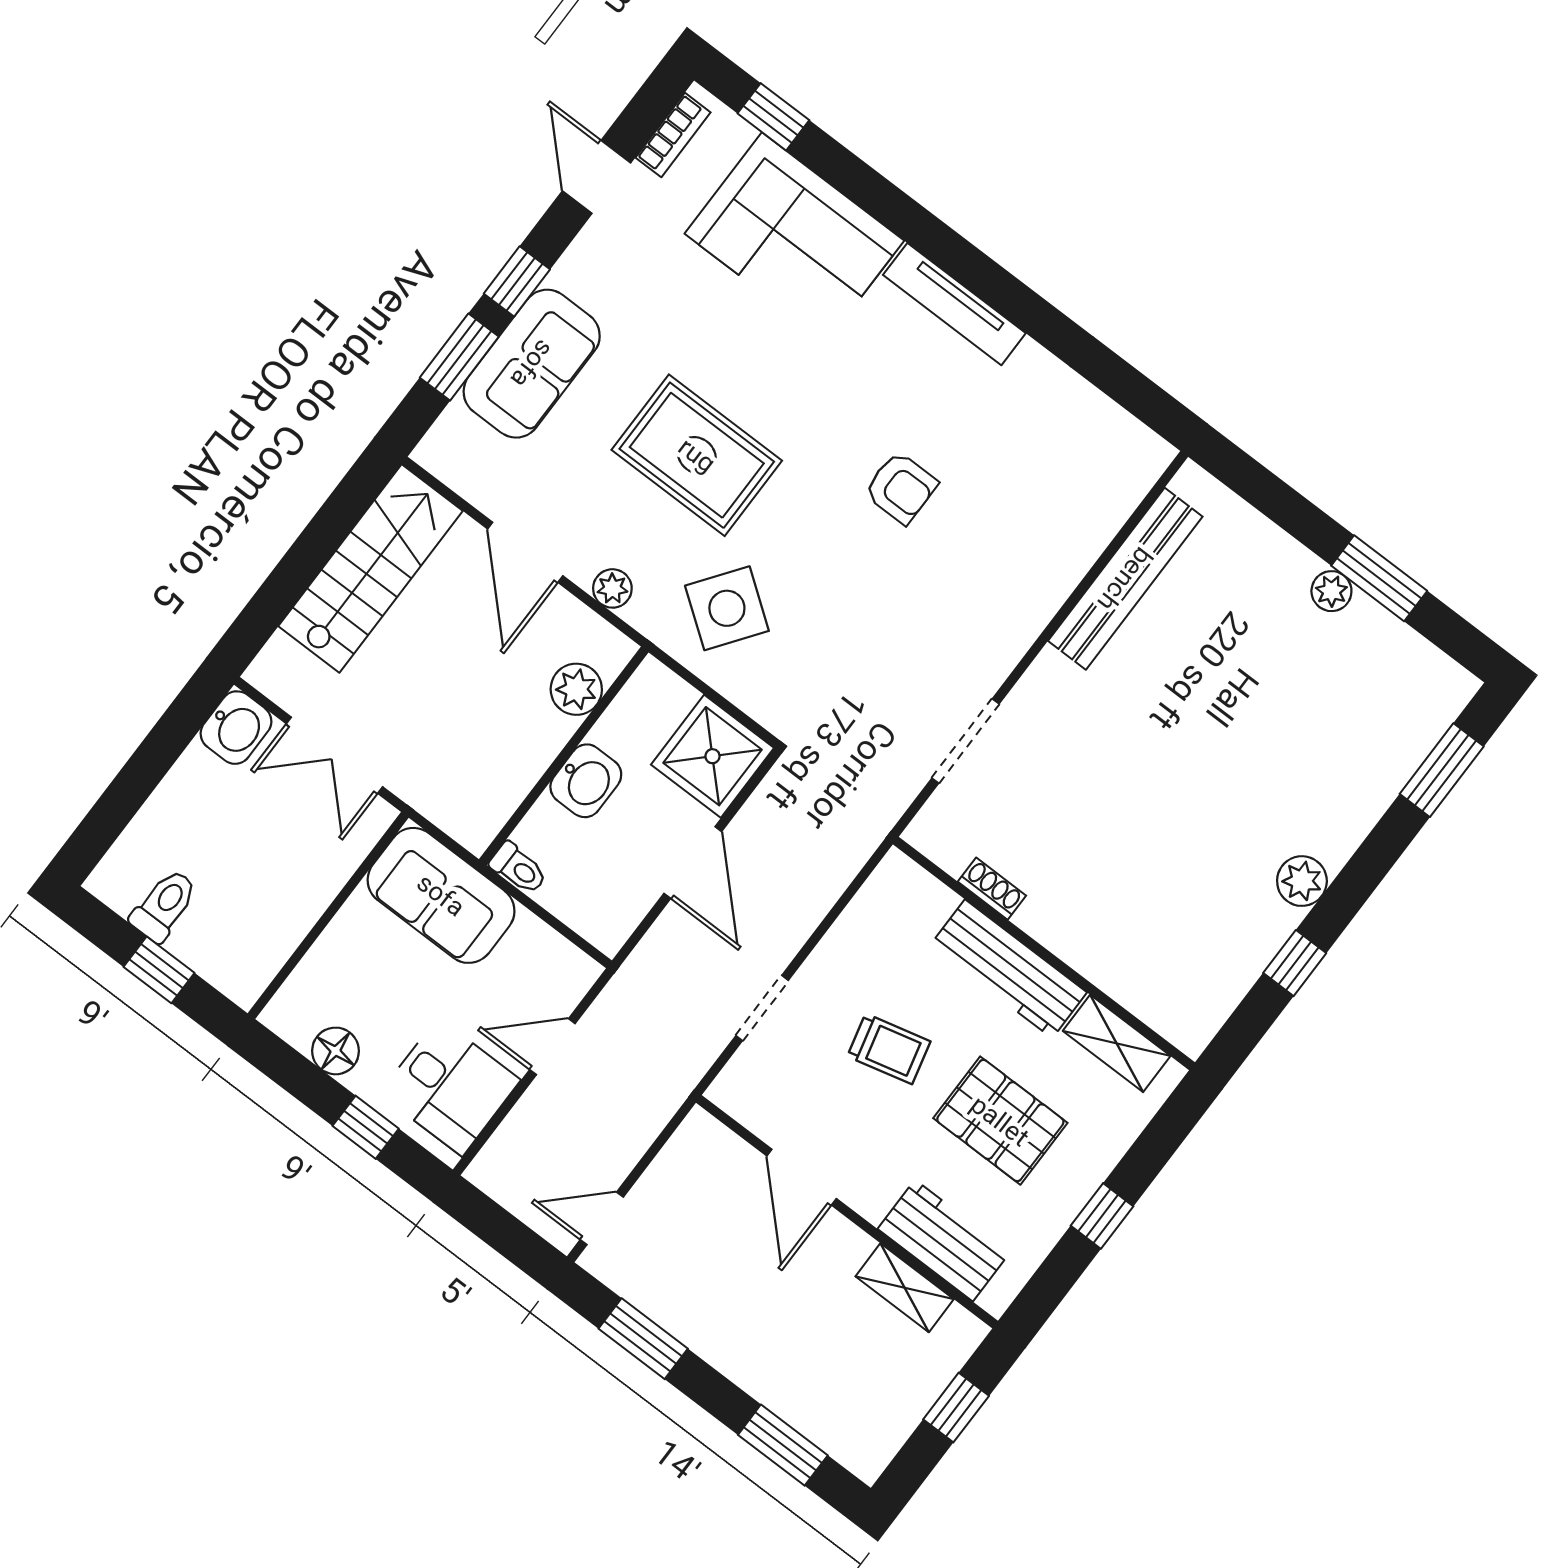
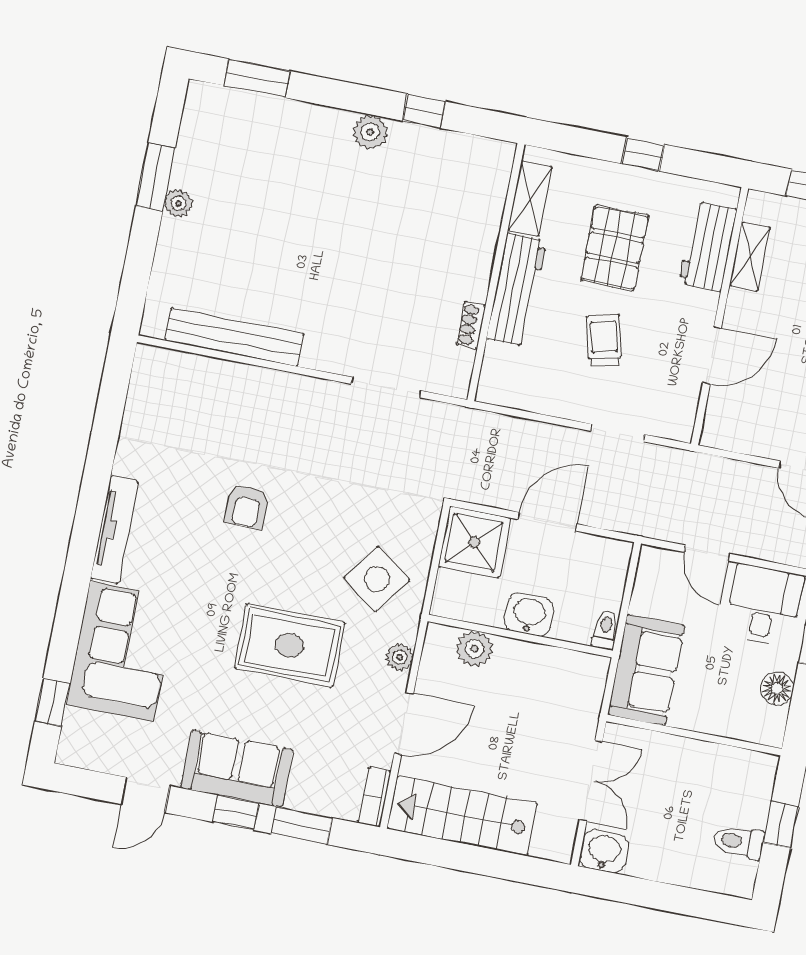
bookcase: (673, 135) -> (374, 797), moved, turned -90
sofa: (532, 364) -> (237, 769), moved
rug: (697, 455) -> (290, 645), turned 90
armchair: (901, 488) -> (247, 507), turned 180

